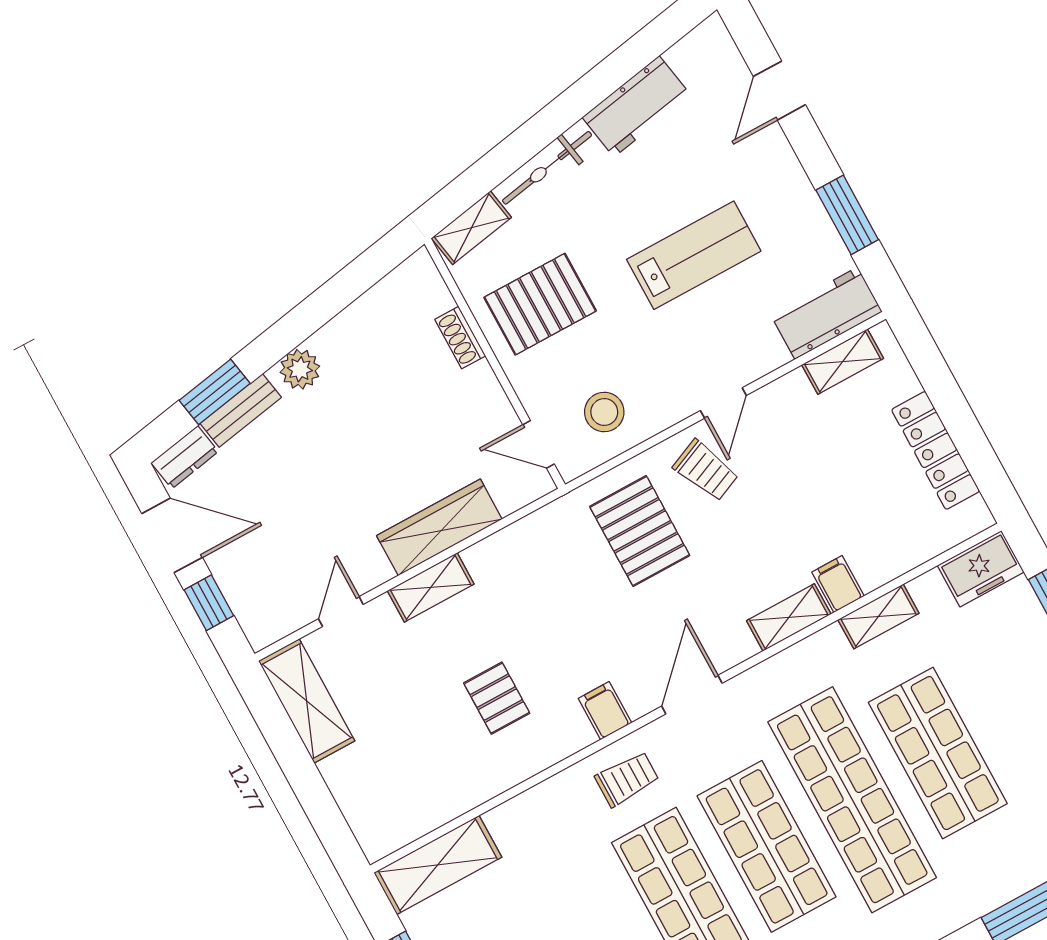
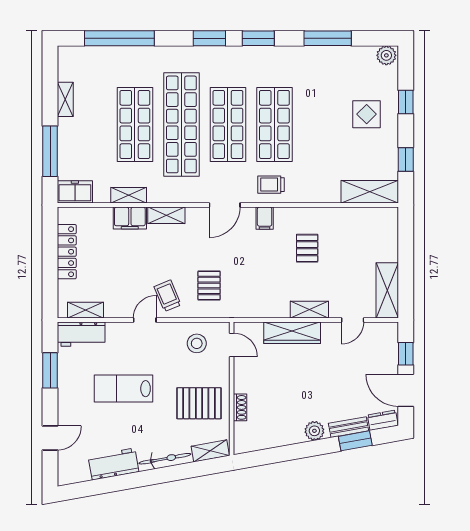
pallet: (640, 531) -> (209, 285), width x0.67, depth x0.71
filing cabinet: (838, 584) -> (130, 218), width x2.00

